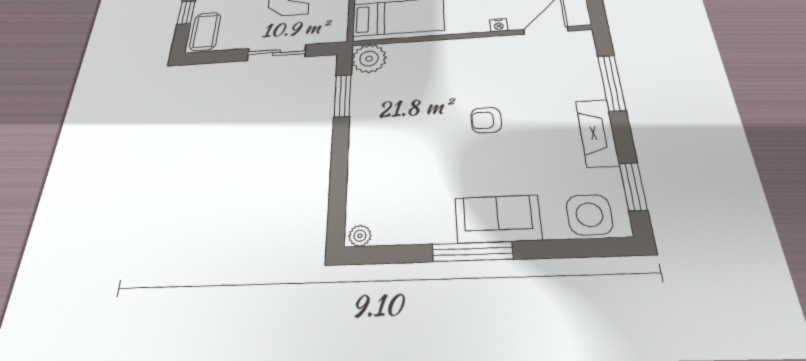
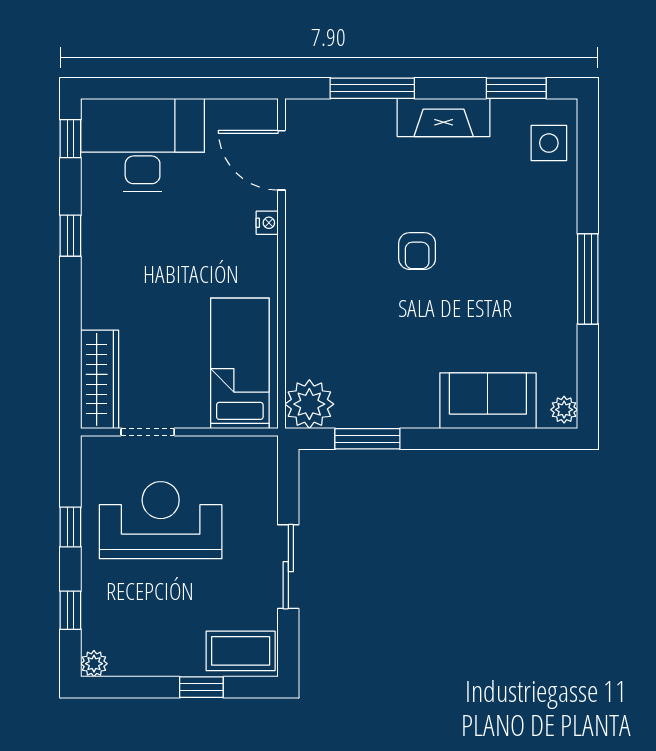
sliding door: (276, 53) -> (288, 567), moved
side table: (589, 215) -> (549, 143), width x0.73, depth x0.73
sofa: (498, 219) -> (488, 401), moved, turned 90

